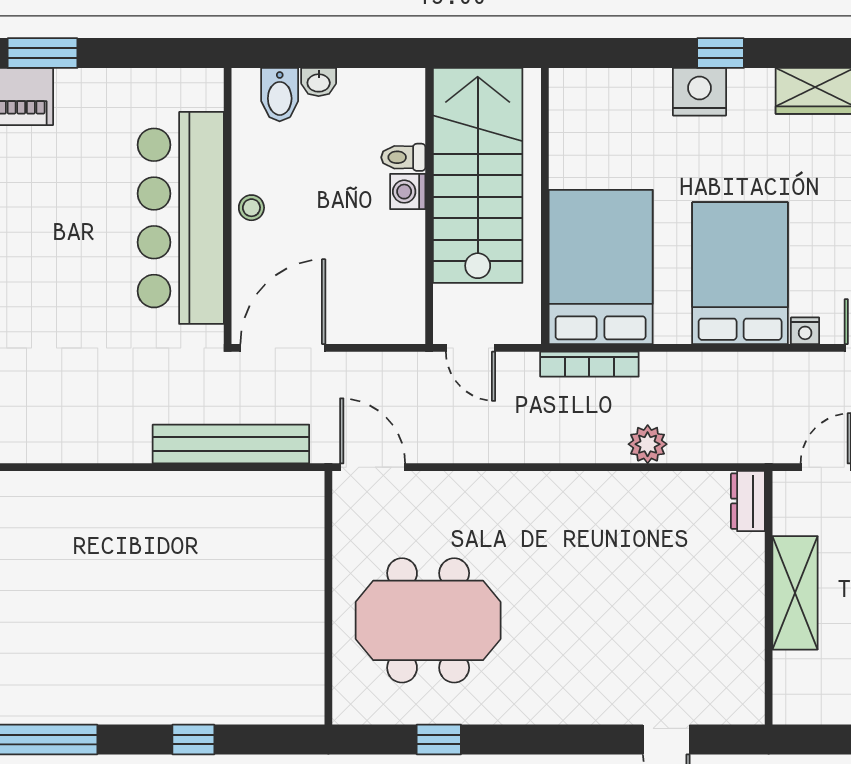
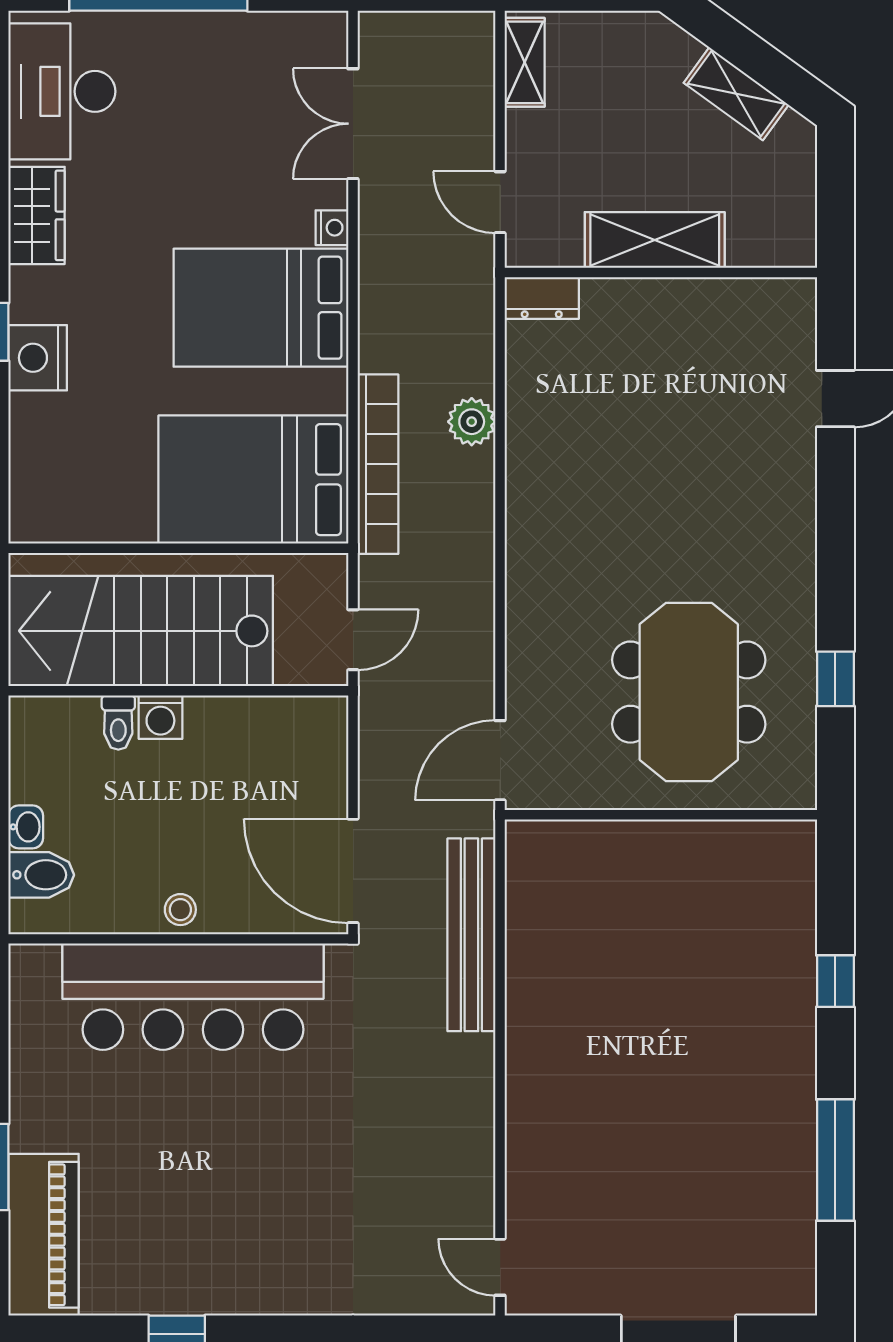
bookcase: (589, 364) -> (378, 464), width x1.48, depth x1.31

